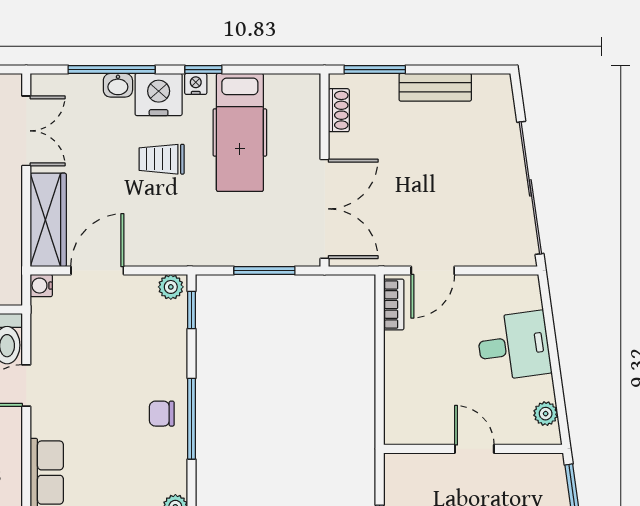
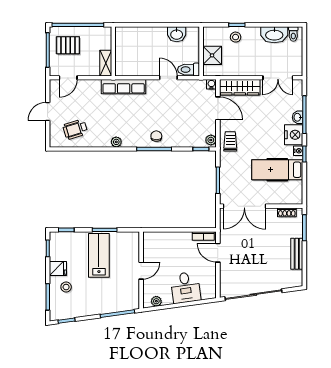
trolley: (162, 159) -> (230, 141), moved

